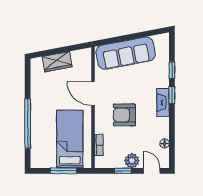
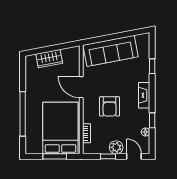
window: (172, 95) -> (152, 120), moved
armchair: (124, 115) -> (110, 106), turned -90
bed: (70, 139) -> (60, 128), width x1.50

